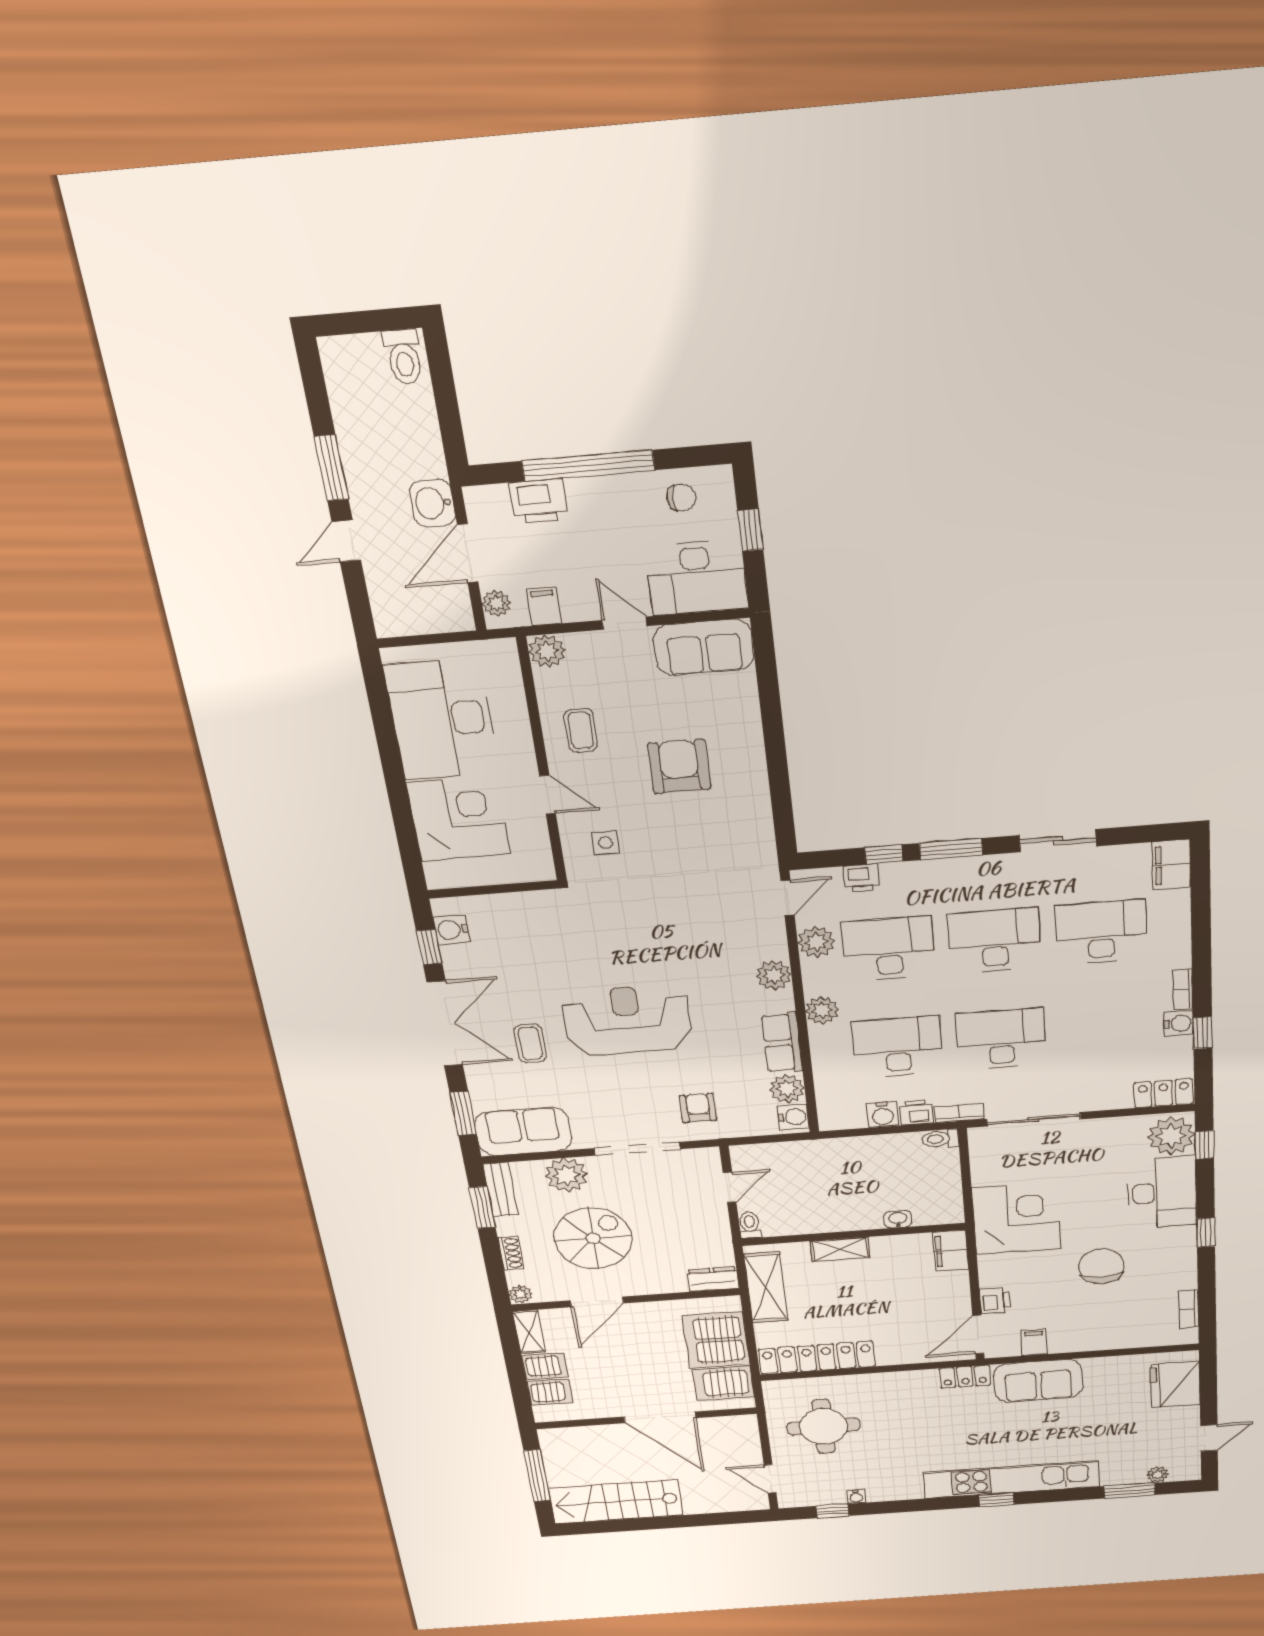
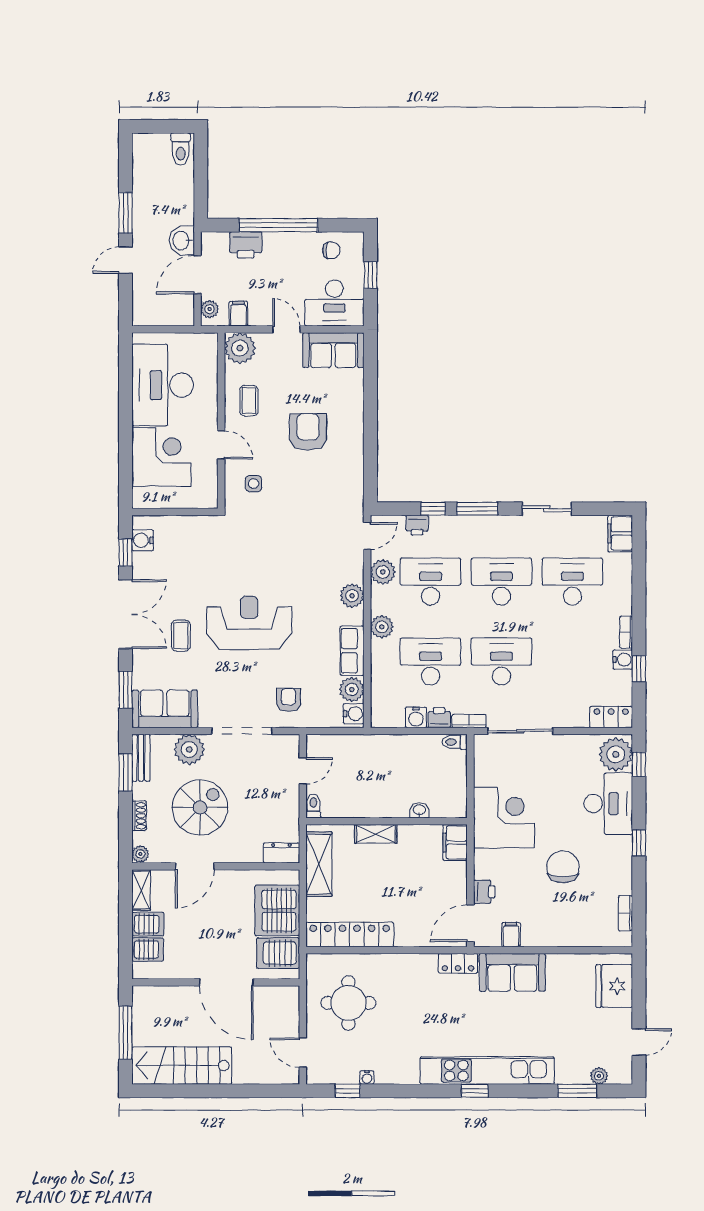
plant: (547, 651) -> (240, 348), width x1.36, depth x1.36

